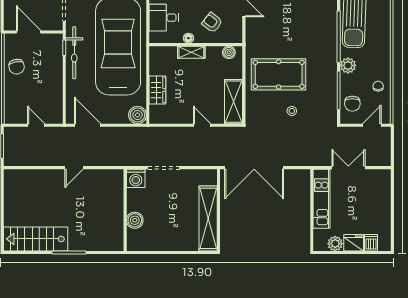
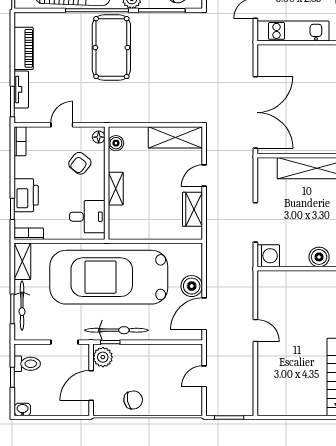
desk: (164, 18) -> (87, 217), moved, turned -90
floor lamp: (188, 38) -> (99, 137), moved
plant: (52, 42) -> (103, 357), added
pool table: (279, 74) -> (111, 48), moved
wardrobe: (157, 90) -> (192, 209), moved, turned -90
stool: (292, 111) -> (187, 67), removed
boiler: (138, 115) -> (192, 286), moved

